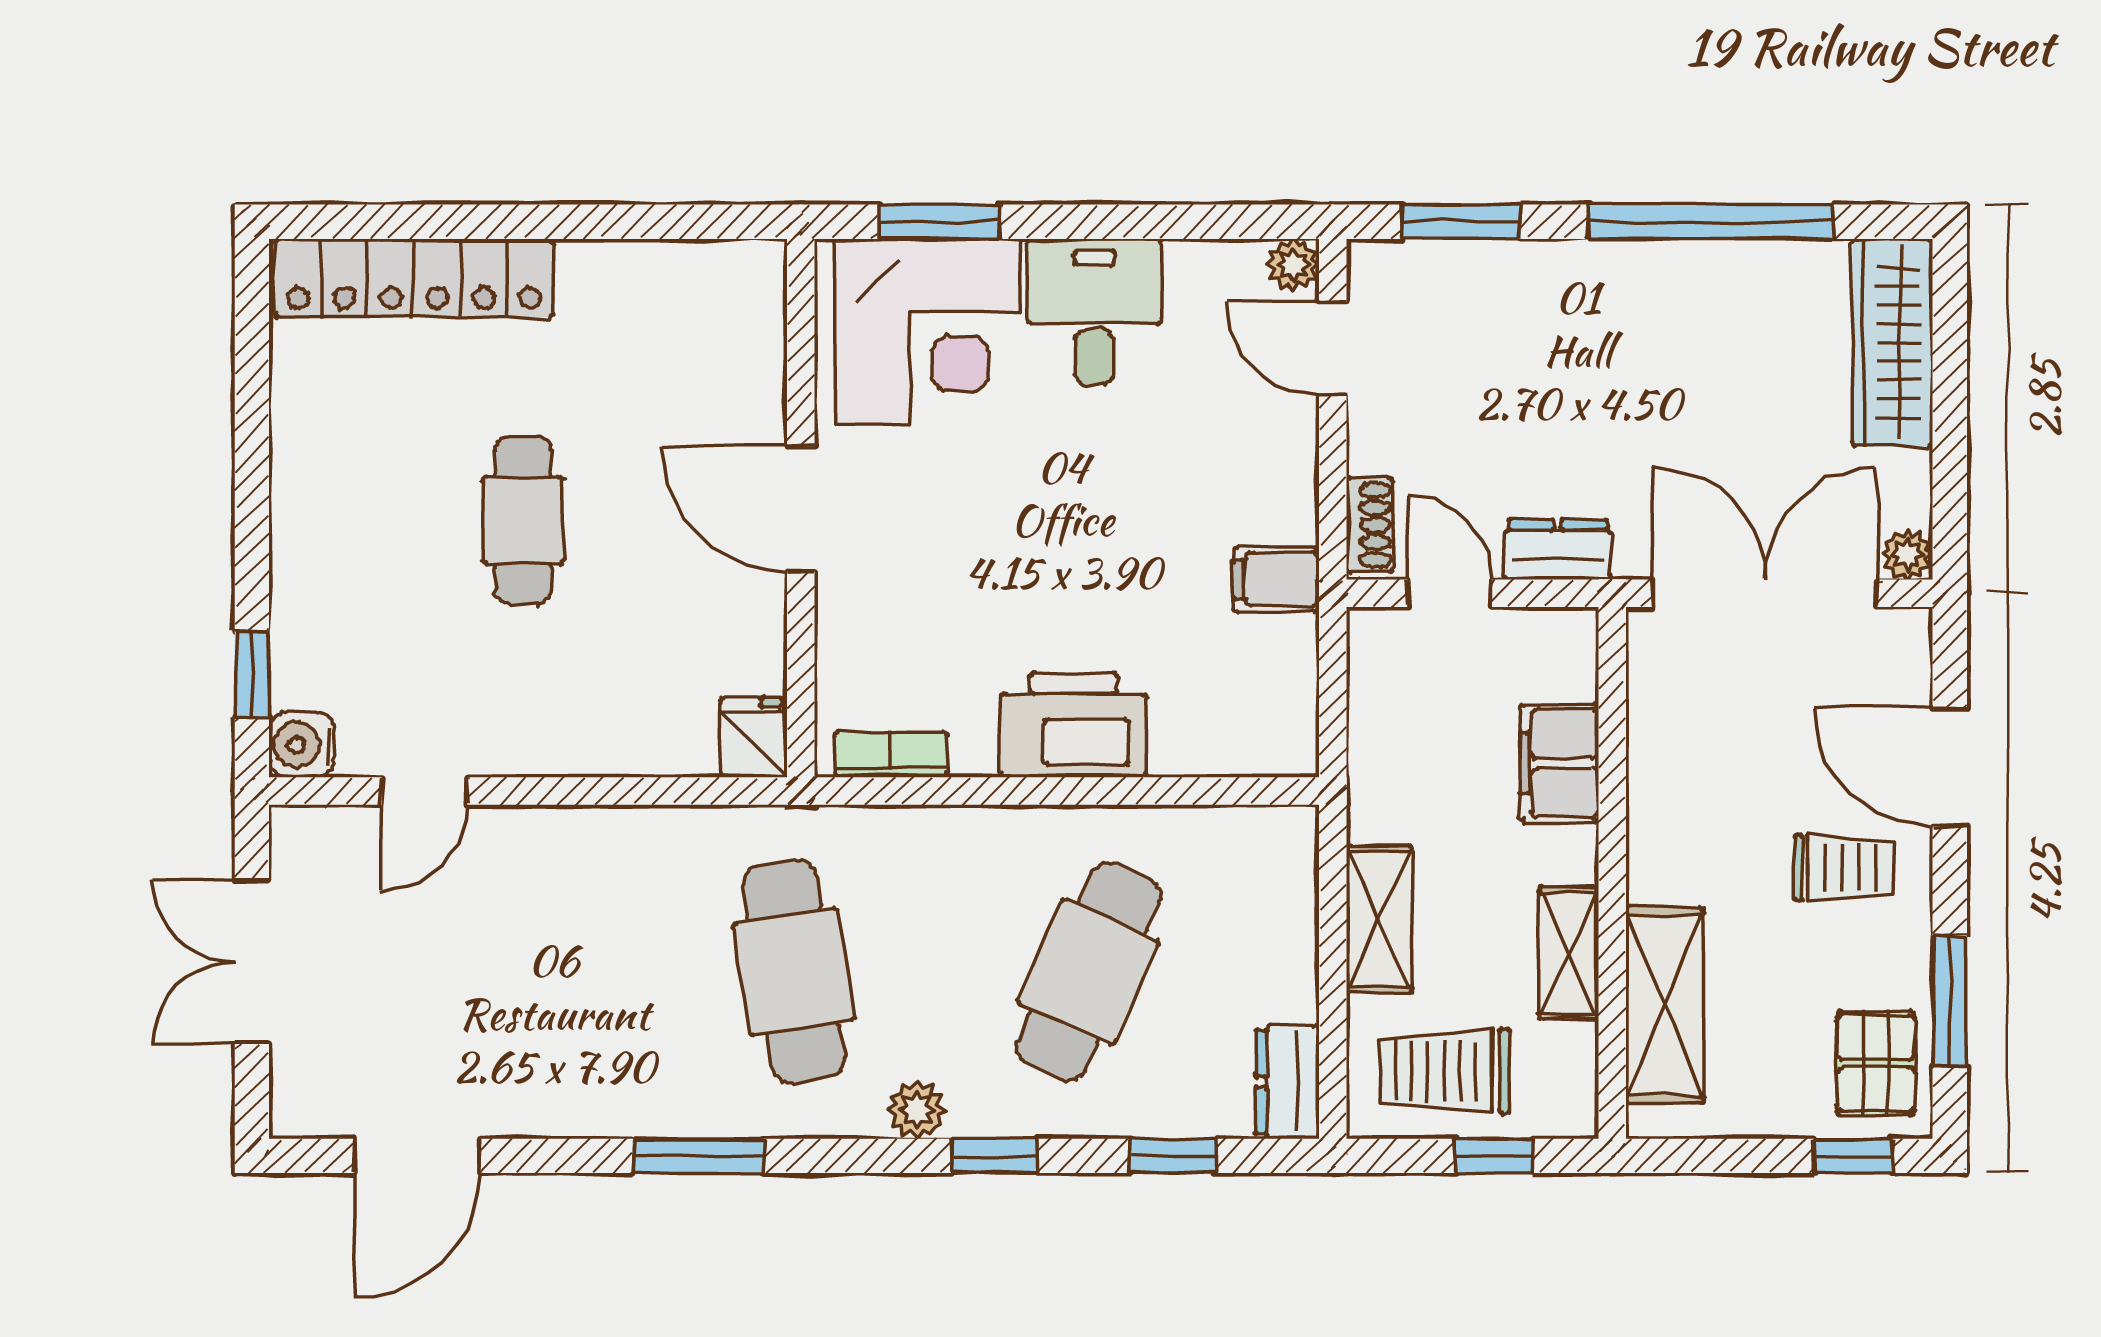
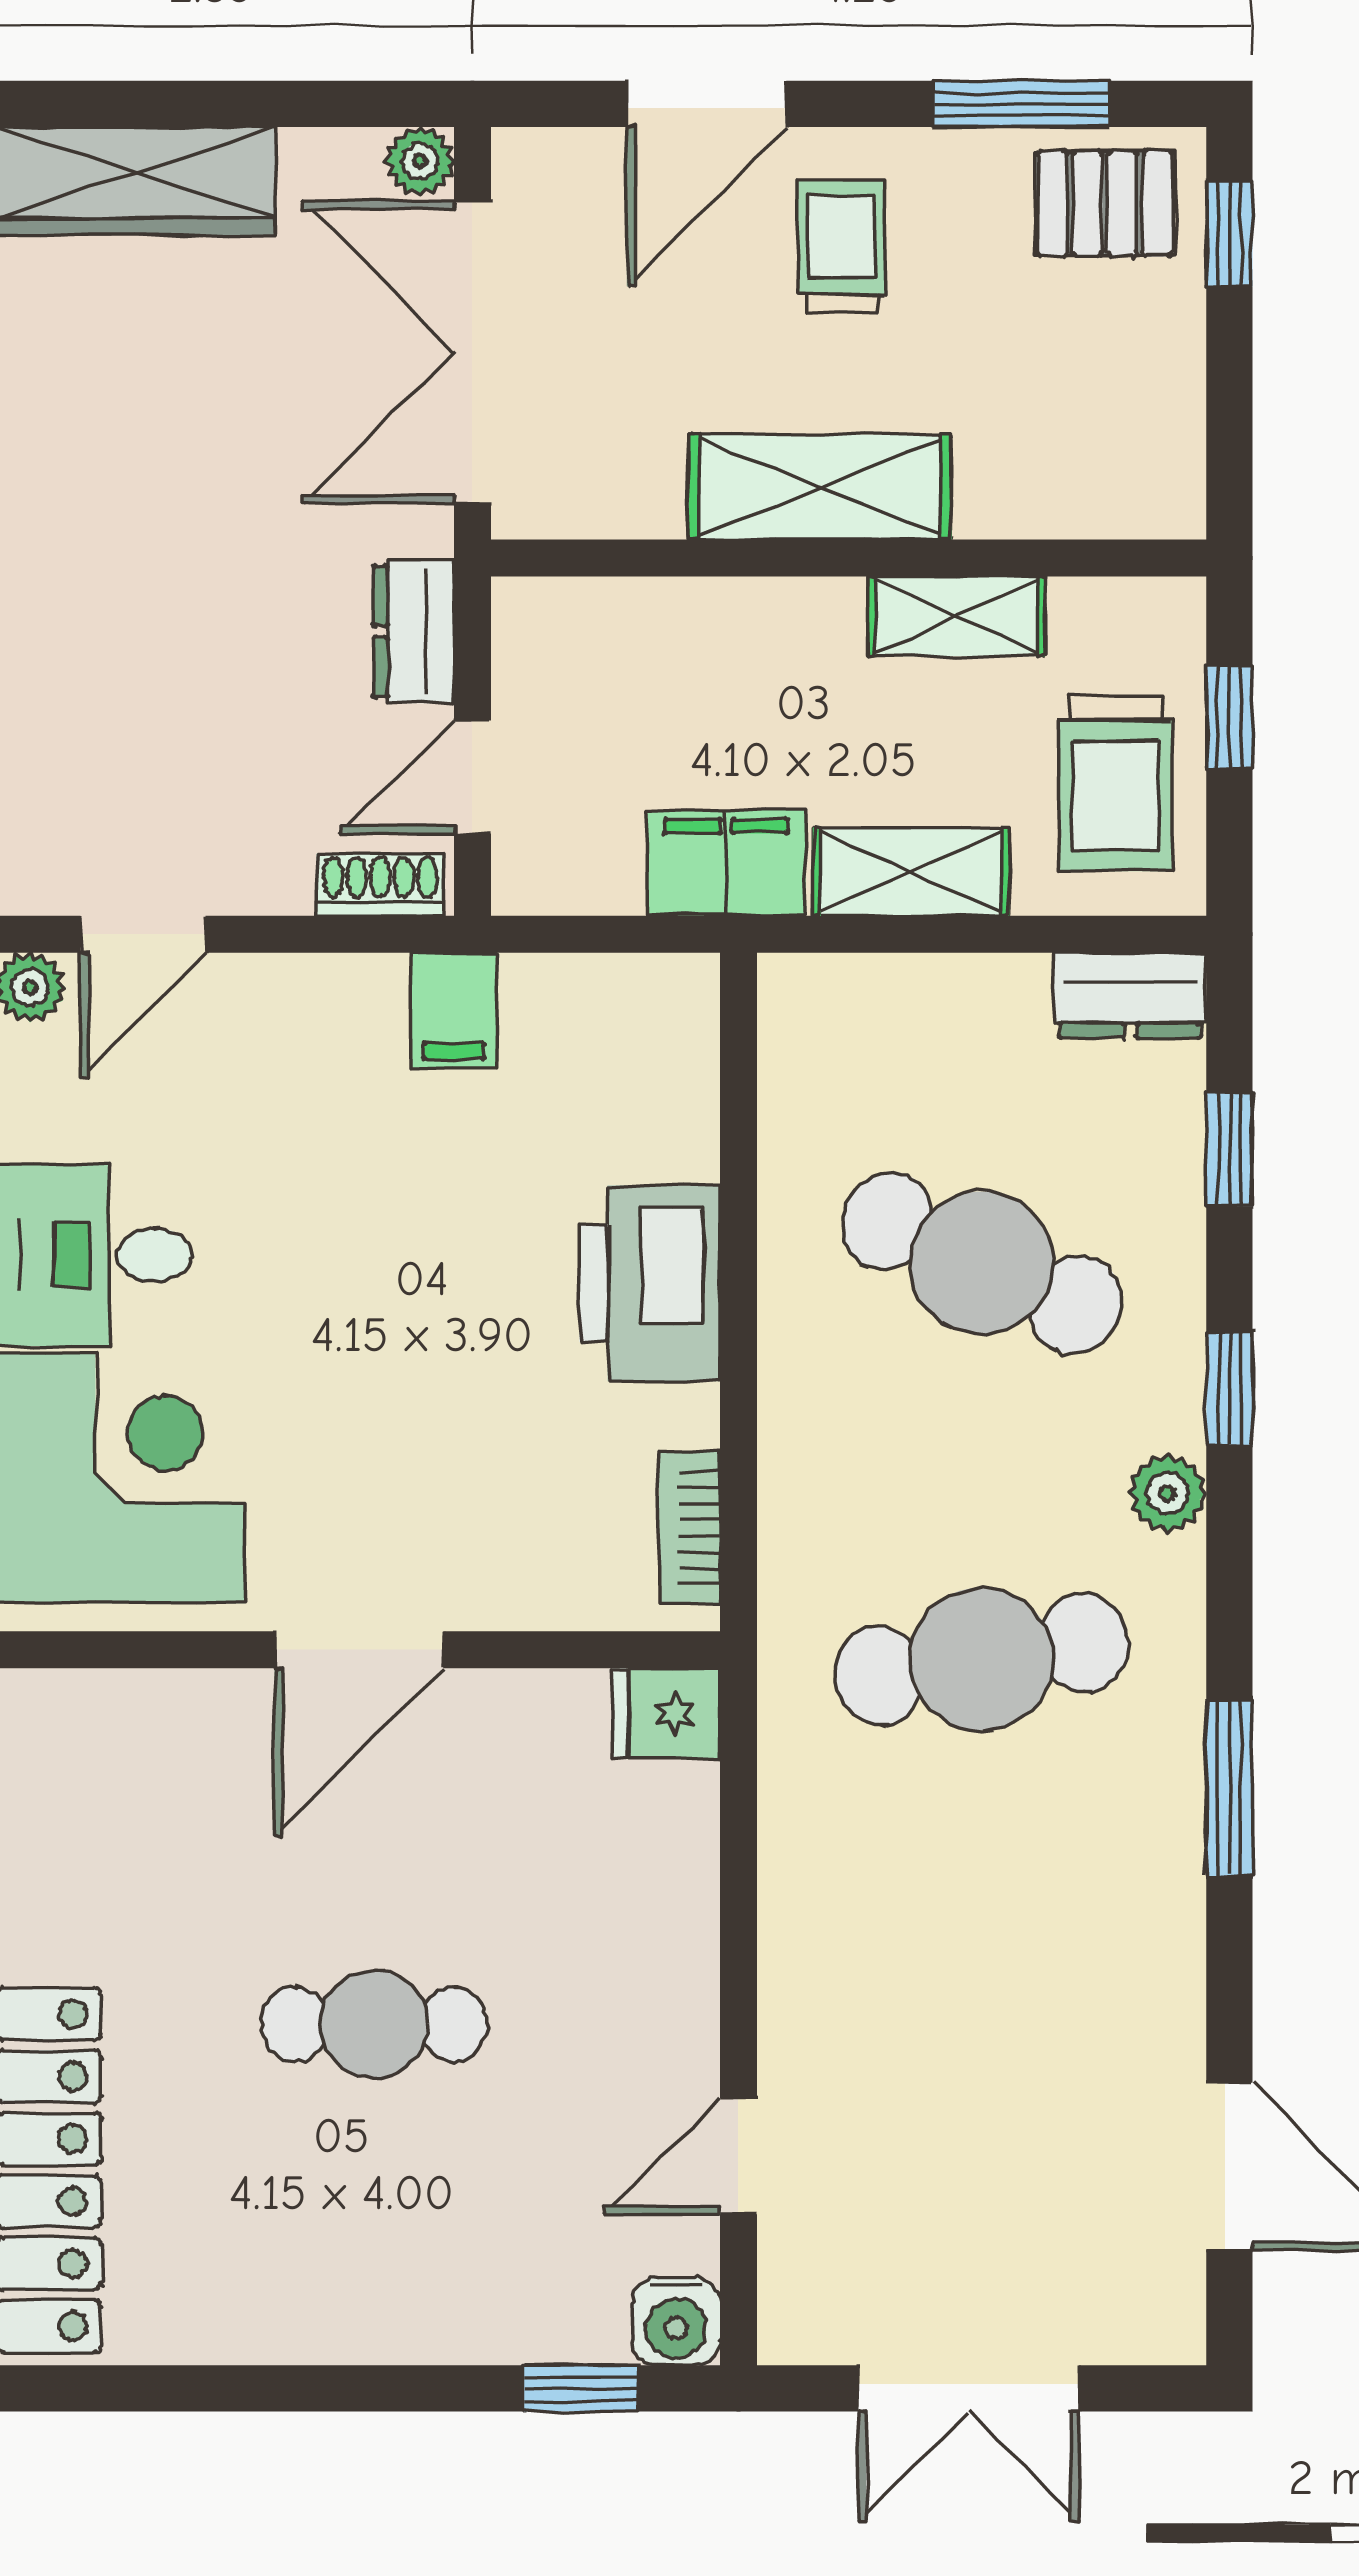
filing cabinet: (1559, 763) -> (726, 863), moved, turned 180
door: (424, 791) -> (738, 2156), swing flipped
shelving: (1665, 1005) -> (820, 487), moved

